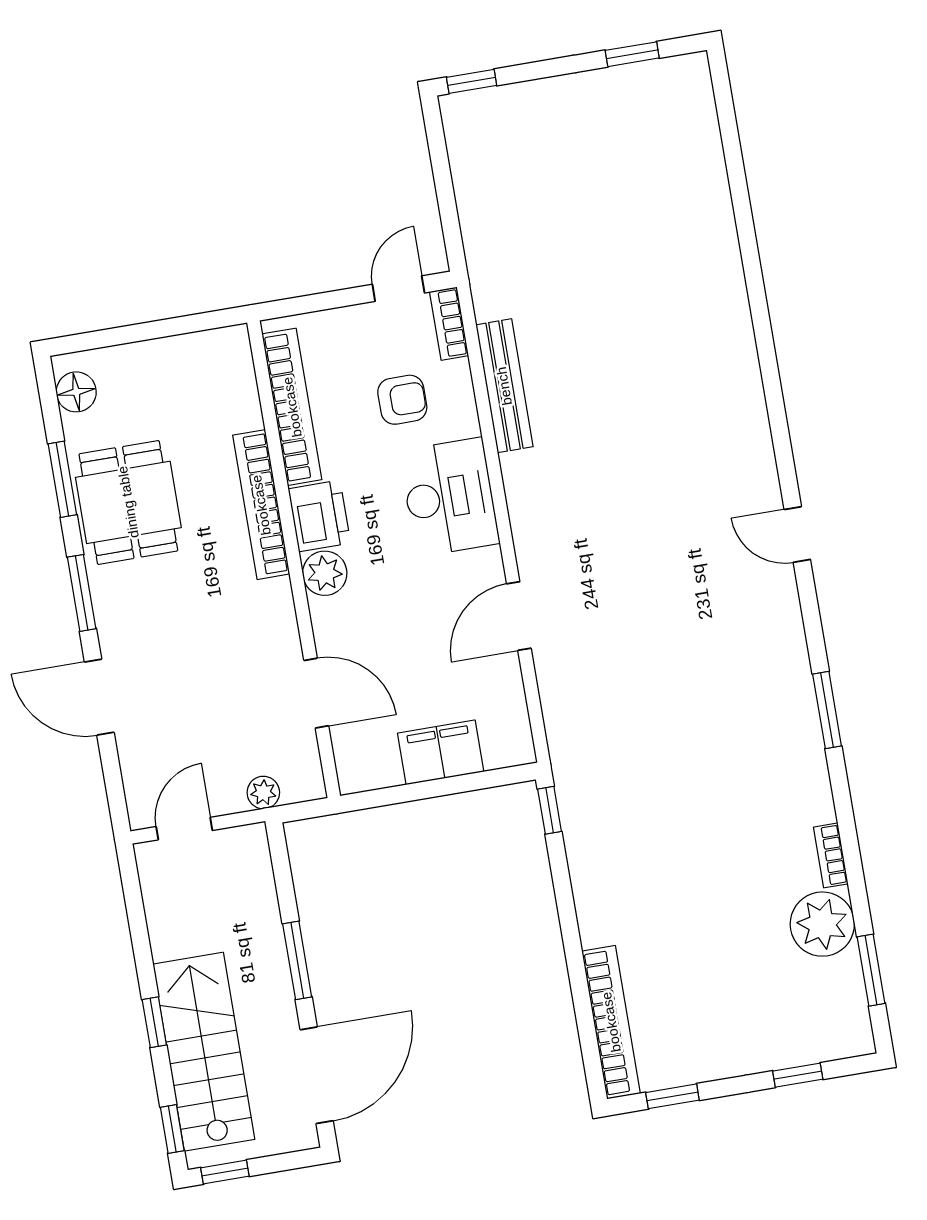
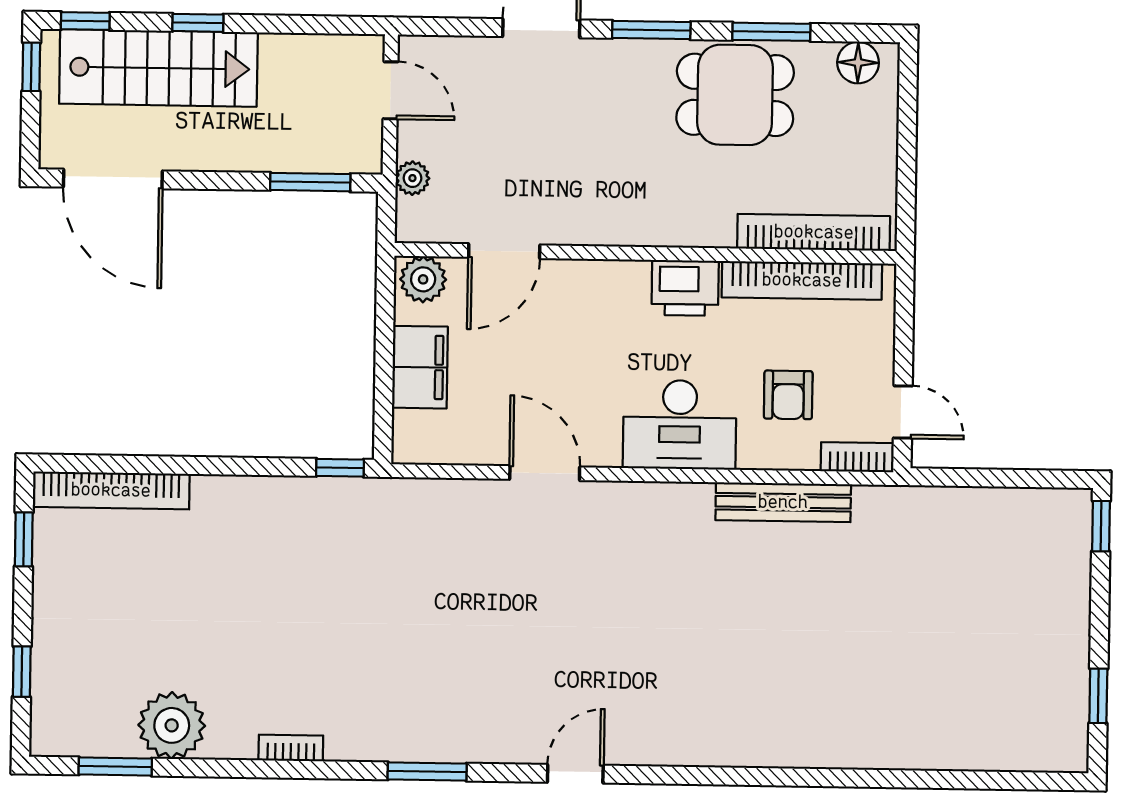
bookcase: (261, 505) -> (814, 232), moved
plant: (325, 573) -> (423, 279), moved
window: (827, 710) -> (427, 771), moved
bookcase: (831, 855) -> (291, 748), moved
window: (297, 960) -> (310, 182), moved

